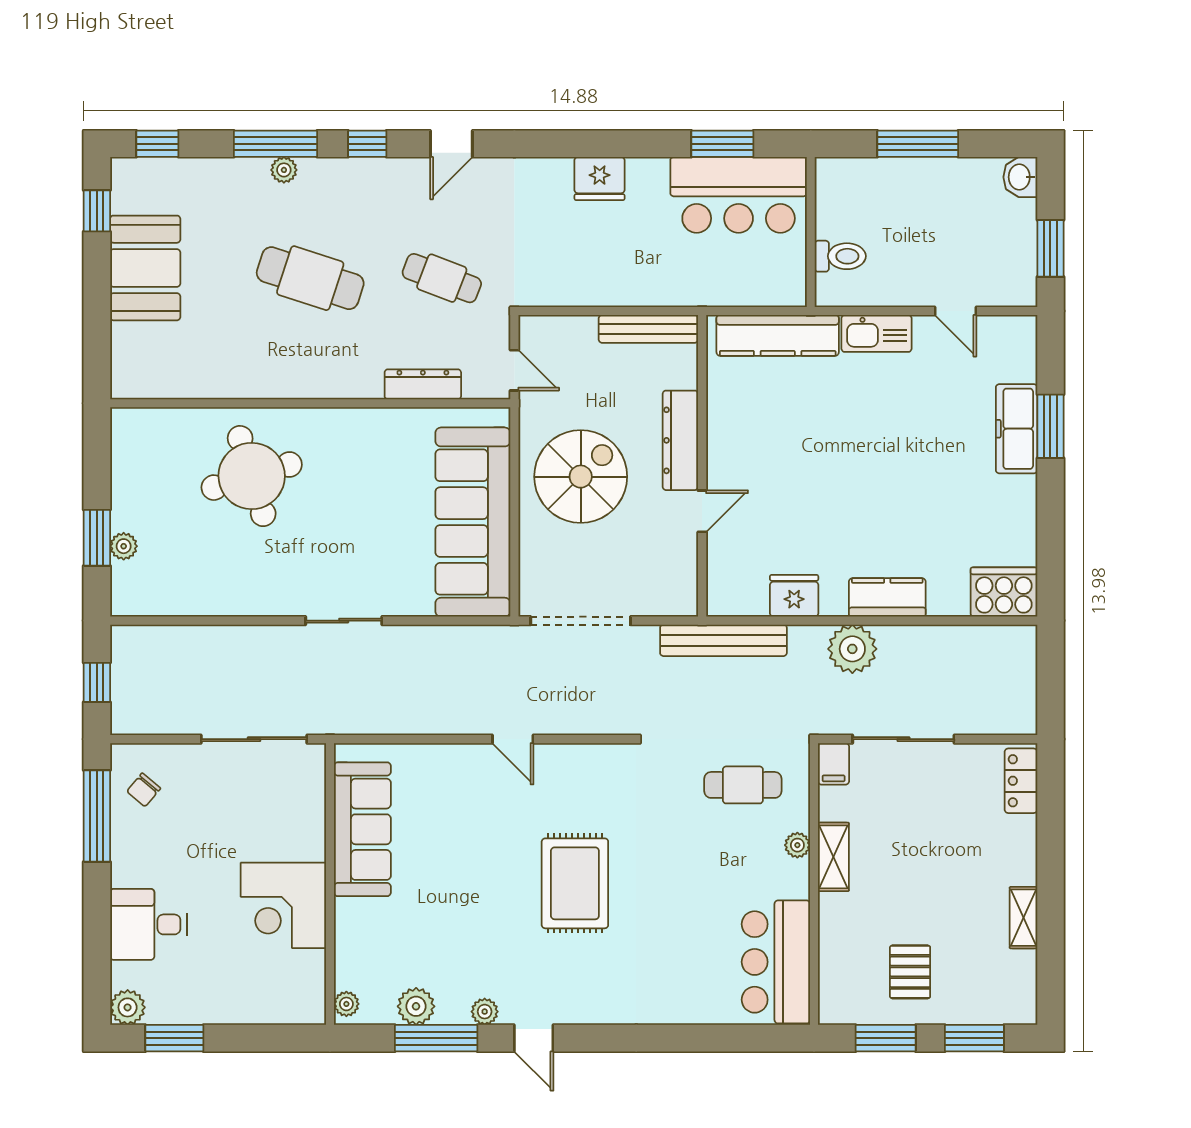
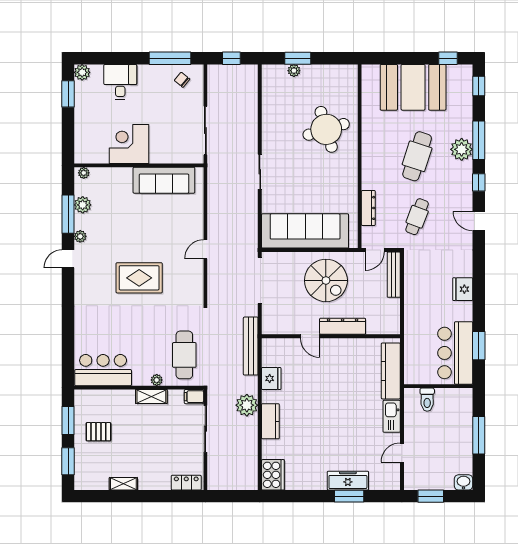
plant: (284, 170) -> (462, 149), width x1.87, depth x1.87
booth: (145, 268) -> (413, 87), width x1.36, depth x1.42
bench: (648, 329) -> (394, 275), moved
cafe table: (743, 785) -> (184, 355), width x1.37, depth x1.35

